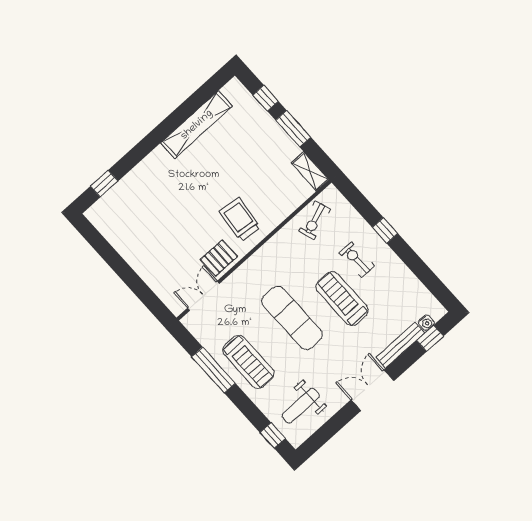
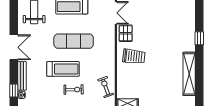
window: (104, 184) -> (199, 38), moved

